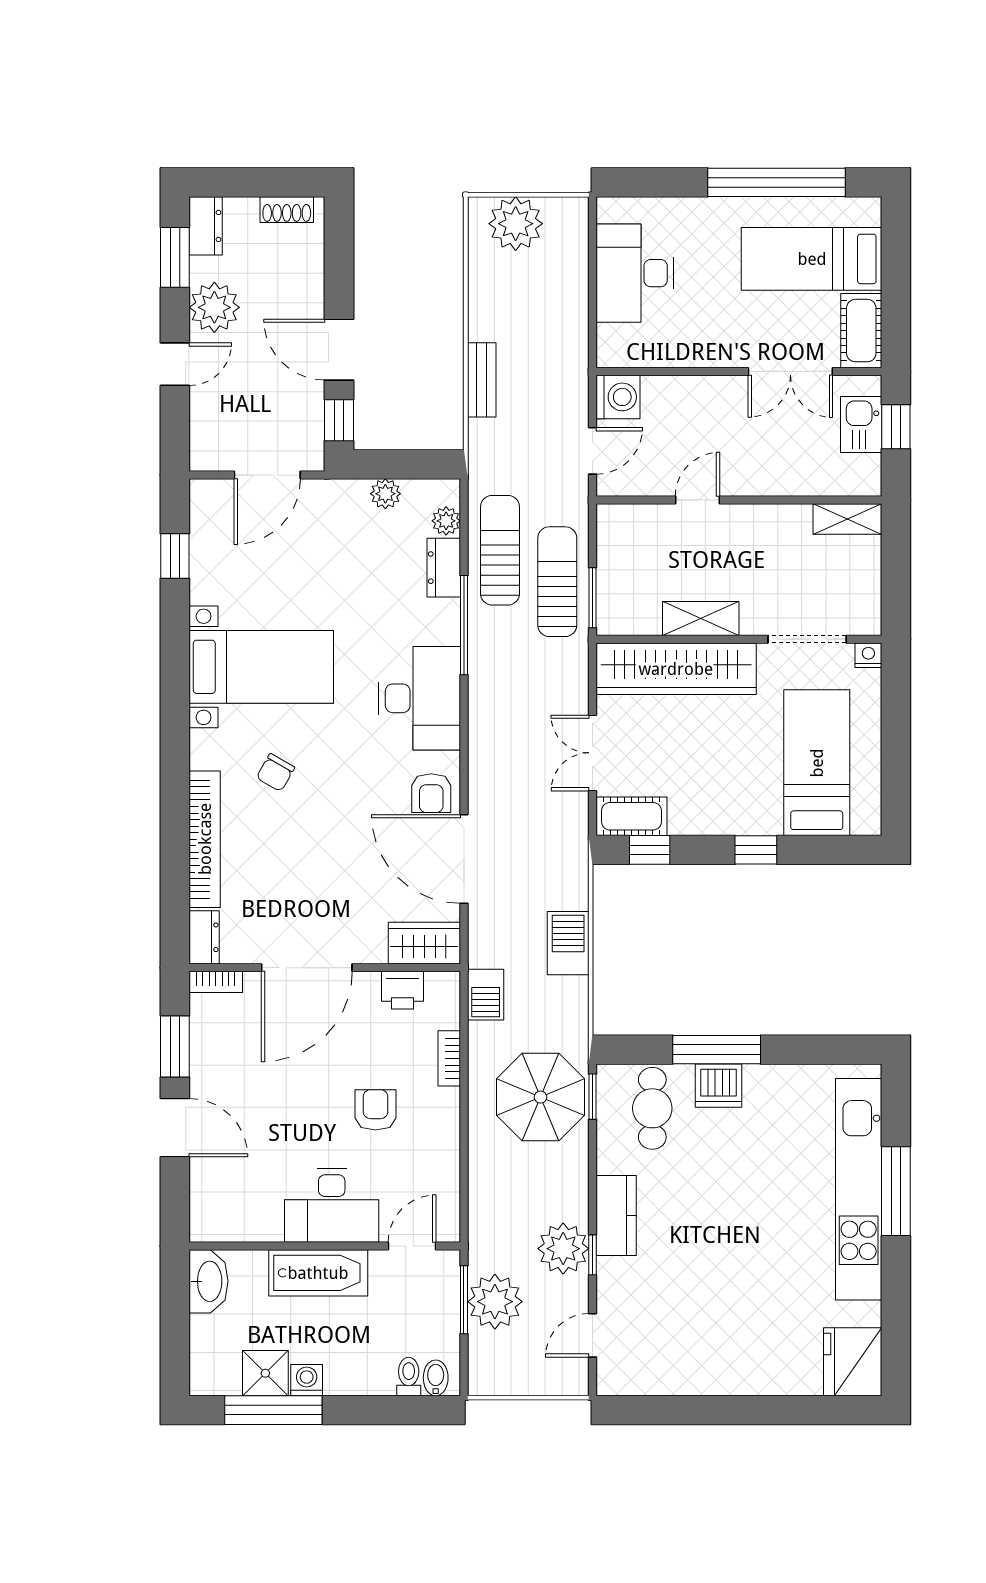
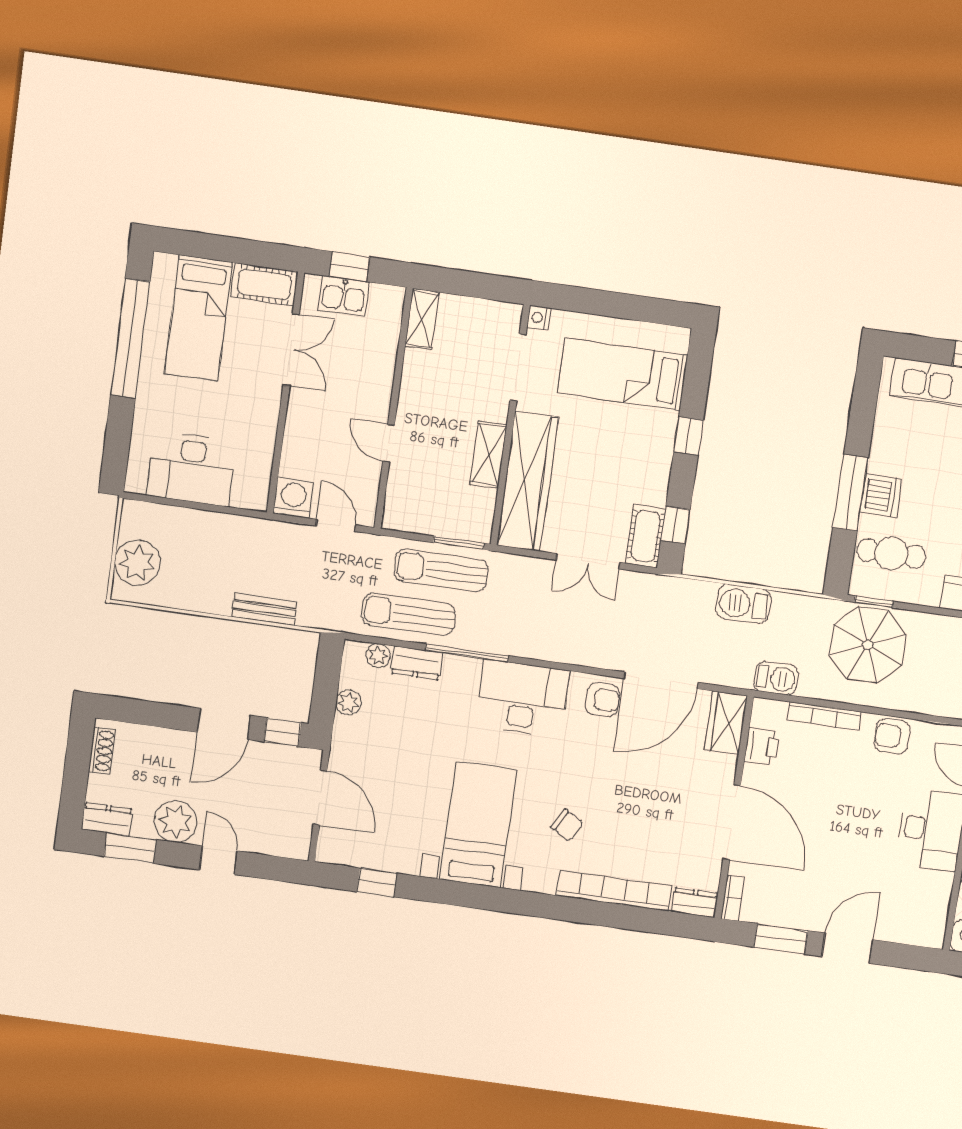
bookcase: (449, 1058) -> (824, 716), width x1.56
armchair: (376, 1110) -> (892, 736), moved

